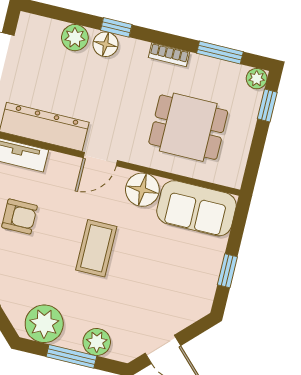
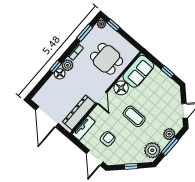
plant: (75, 38) -> (67, 65), moved
dining table: (188, 127) -> (106, 59), turned 90

